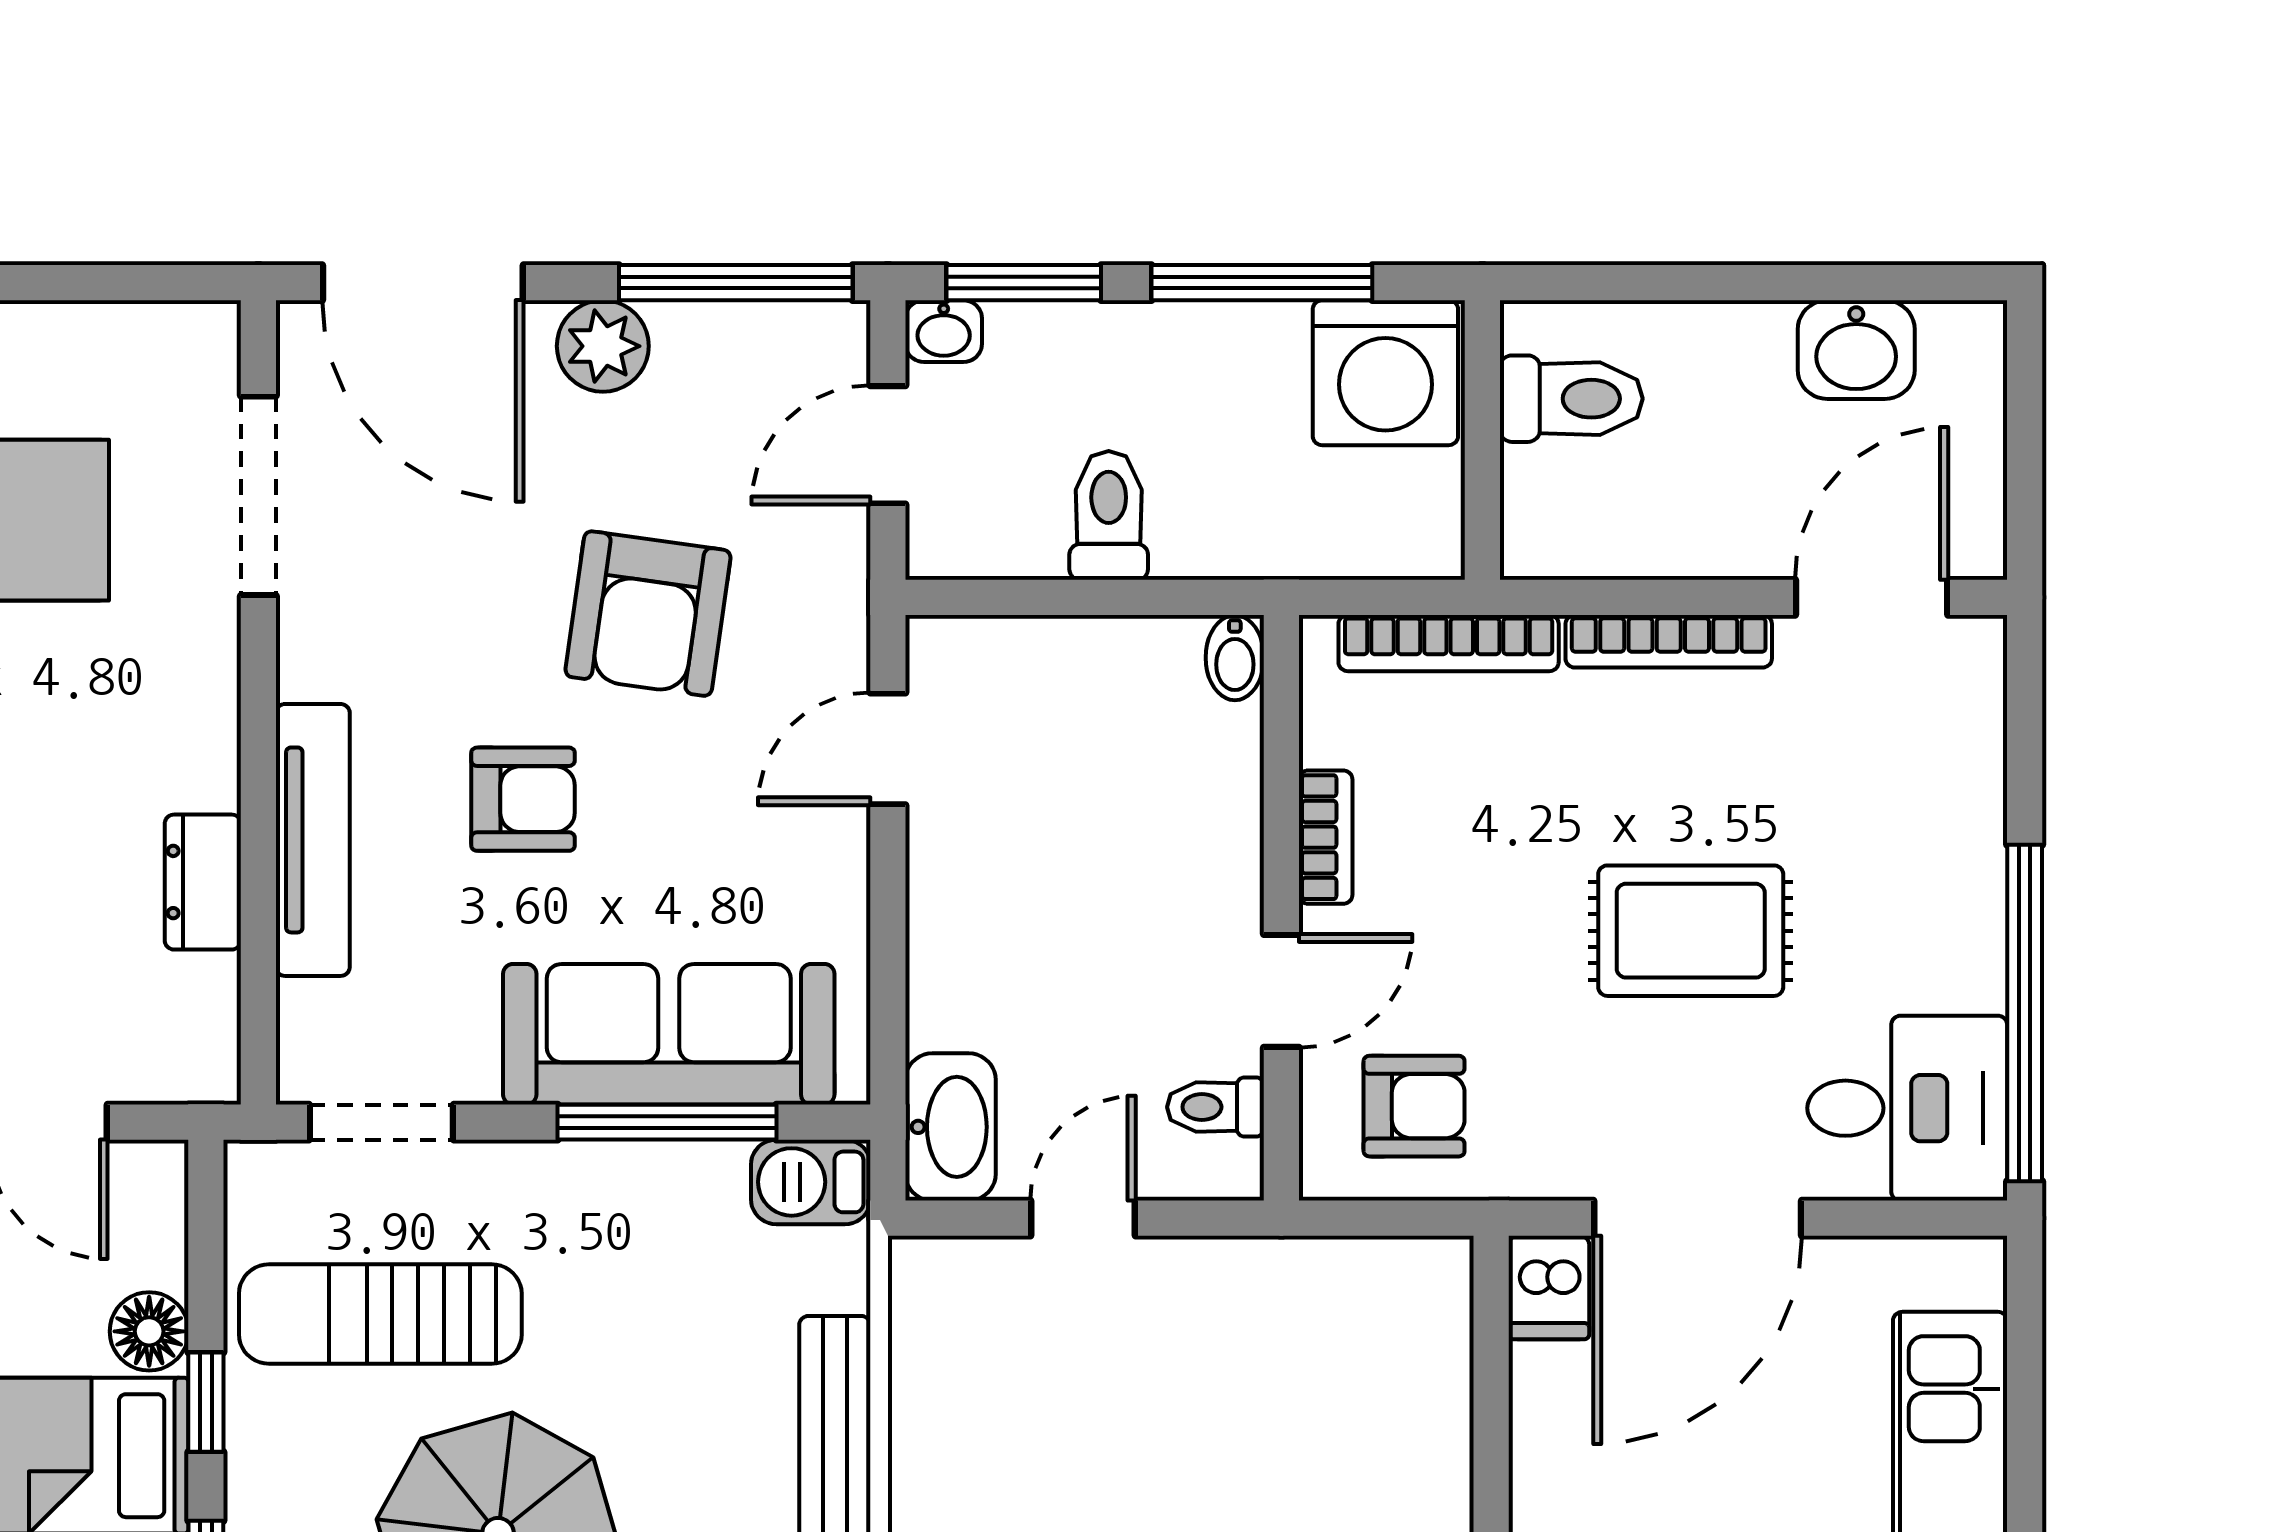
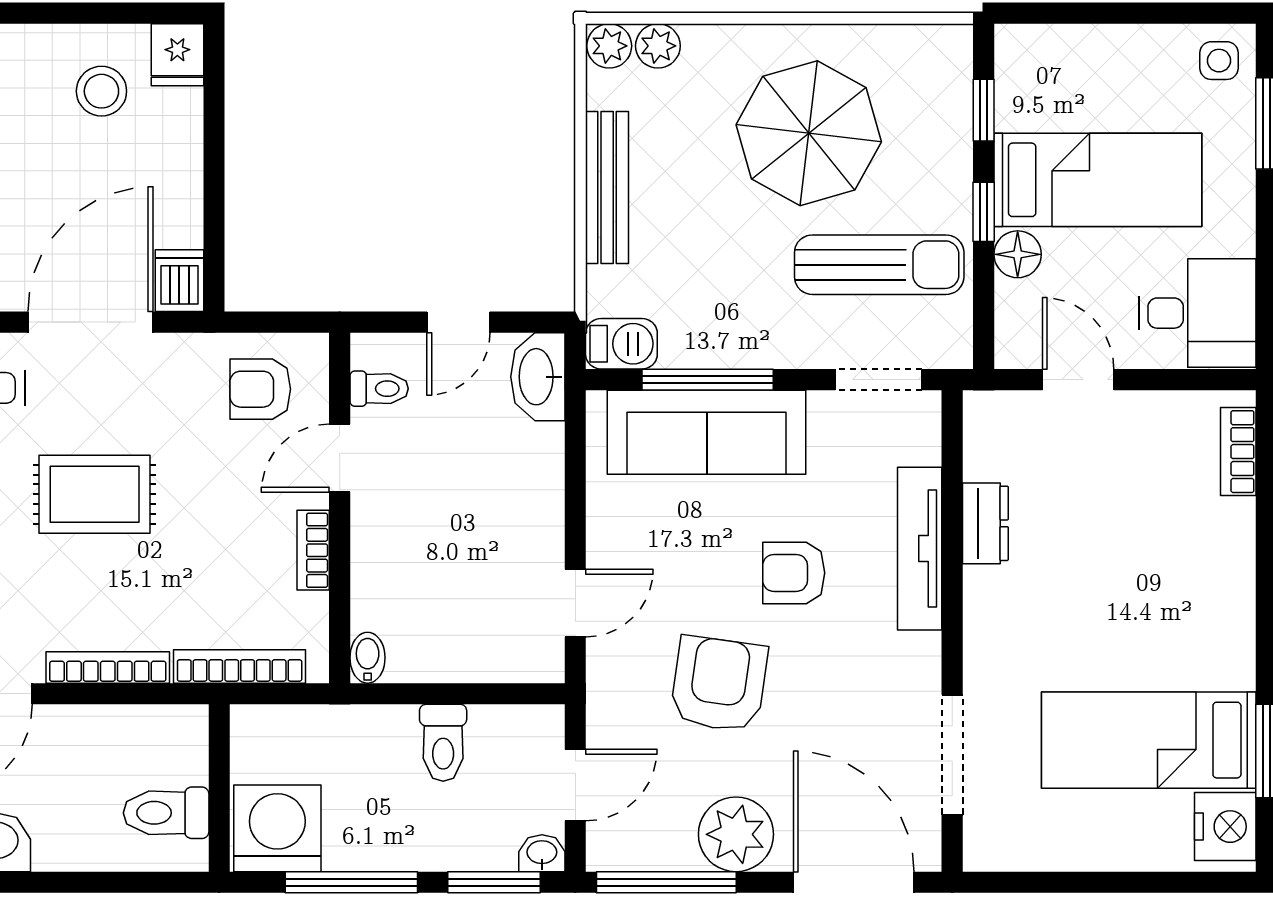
plant: (603, 346) -> (736, 834), width x1.36, depth x1.36

